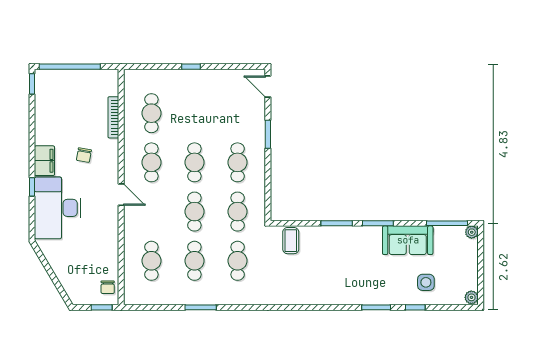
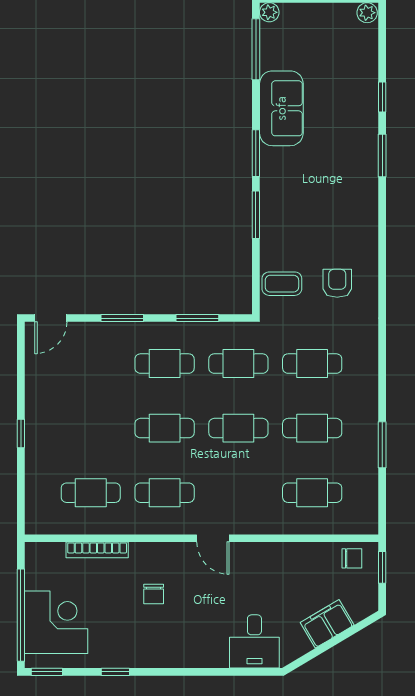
corner desk: (65, 90) -> (56, 622), added
chair: (84, 155) -> (154, 594), turned 80
filing cabinet: (44, 161) -> (327, 624), moved, turned -31
window: (268, 184) -> (197, 318), added
window: (32, 187) -> (115, 672), moved
door: (121, 195) -> (213, 538), swing flipped
desk: (58, 208) -> (254, 641), width x0.53, depth x0.77
armchair: (291, 277) -> (337, 283), added
side table: (426, 282) -> (345, 81), removed
window: (201, 307) -> (382, 445), moved

